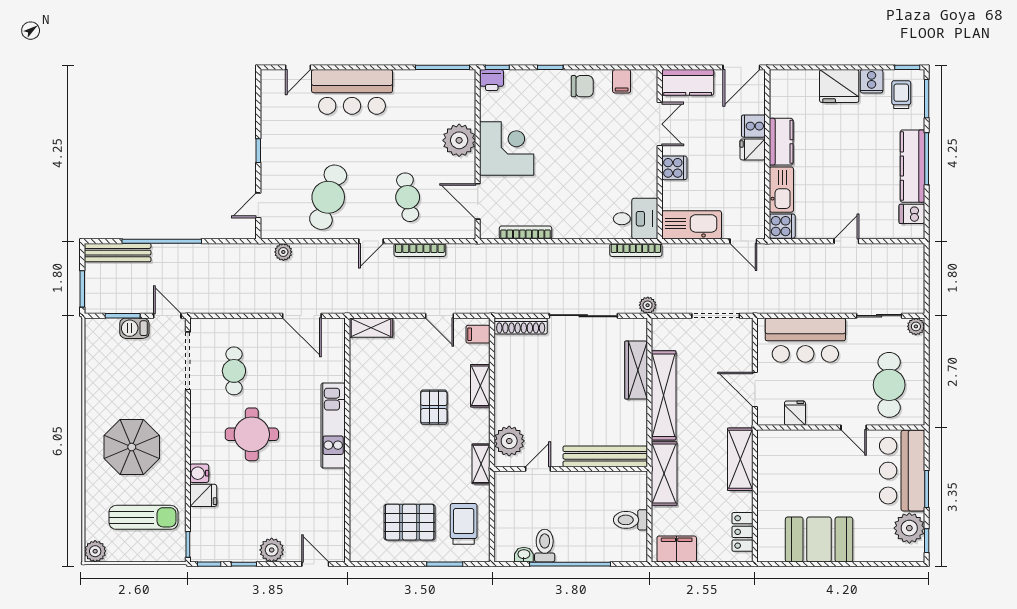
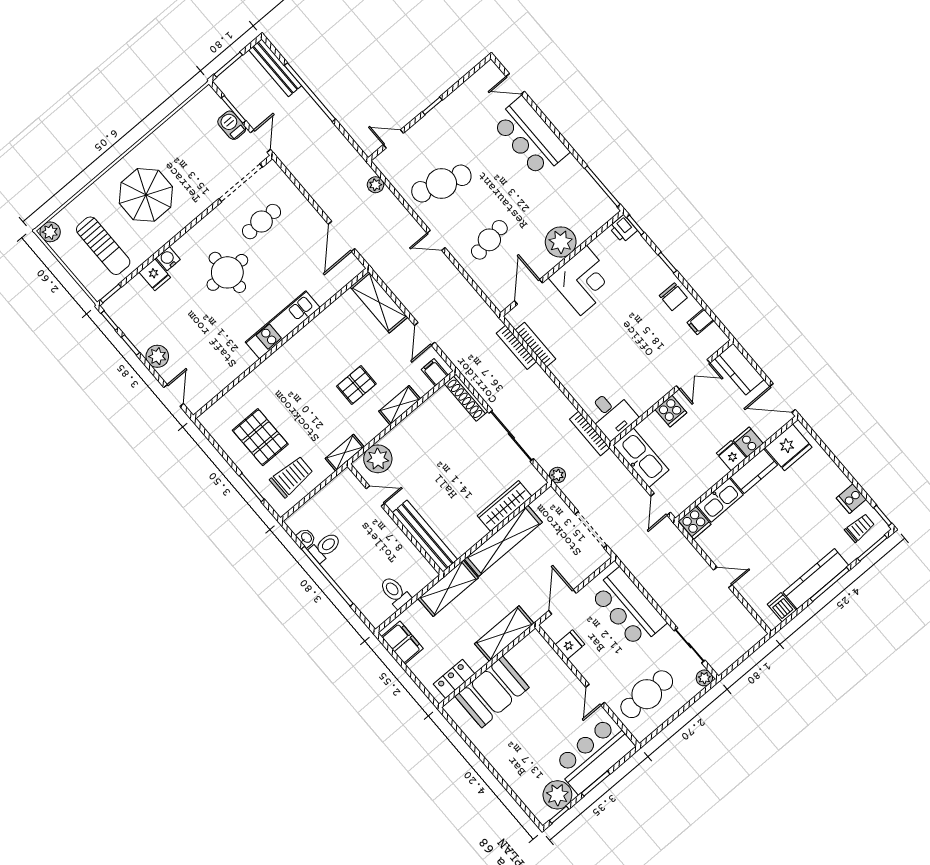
fridge: (839, 86) -> (788, 447), moved, turned -90
bookcase: (420, 250) -> (516, 347), moved
shelving: (371, 328) -> (379, 302), width x1.50, depth x1.33
booth: (819, 539) -> (492, 692), moved, turned 90

